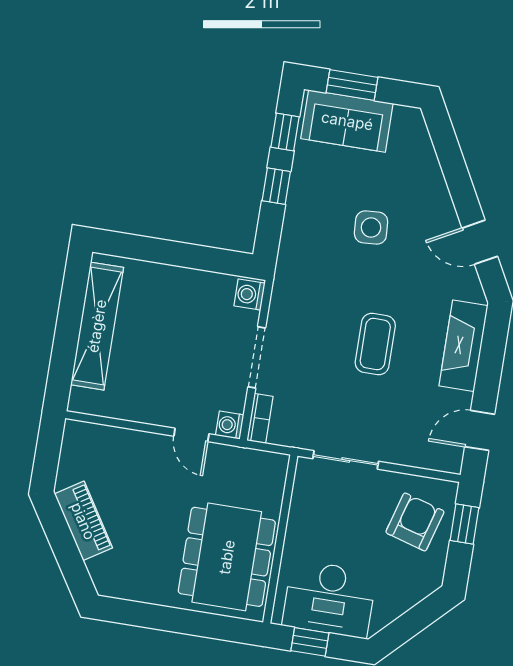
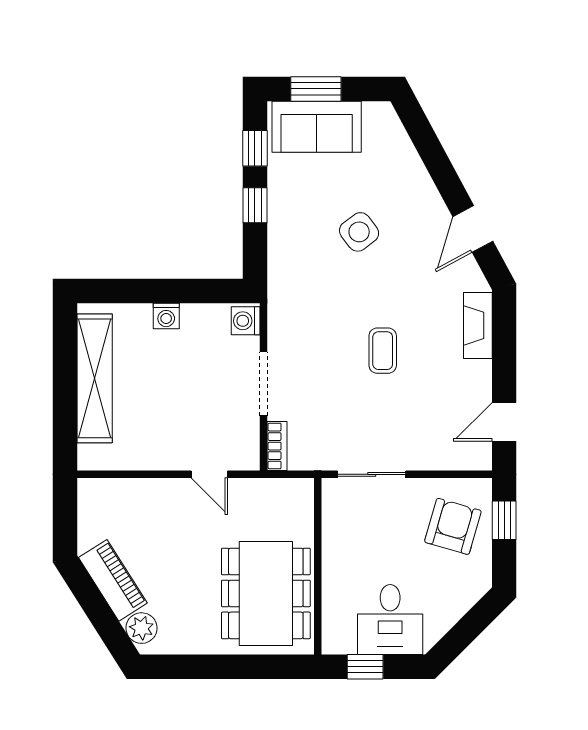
side table: (371, 228) -> (359, 232), turned -33
door: (480, 242) -> (473, 229), hinge flipped
coffee table: (375, 344) -> (383, 351), width x0.73, depth x0.77
fireplace: (463, 346) -> (478, 325), width x0.73, depth x0.76
washing machine: (230, 425) -> (166, 316), moved, turned -90
plant: (103, 571) -> (141, 628), added
desk: (329, 599) -> (390, 620), width x0.73

